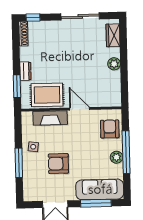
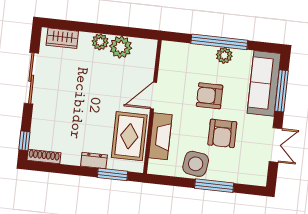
plant: (112, 80) -> (121, 47), added
armchair: (110, 129) -> (210, 96), moved
side table: (33, 147) -> (196, 164), width x1.87, depth x1.87

